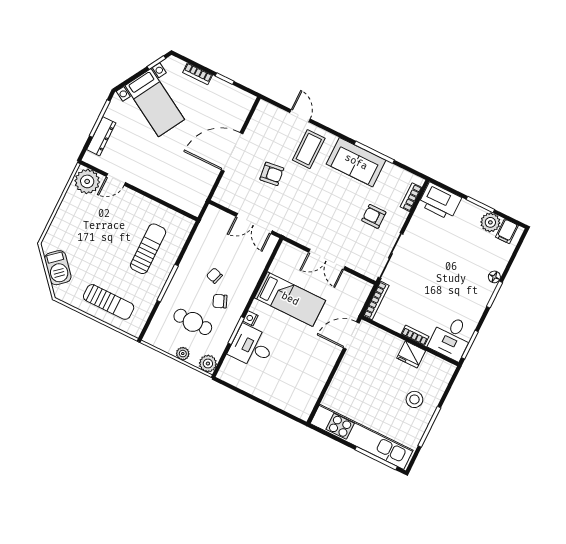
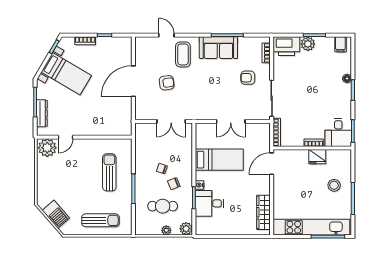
plant: (490, 222) -> (308, 44), moved
wardrobe: (312, 390) -> (263, 212), added

